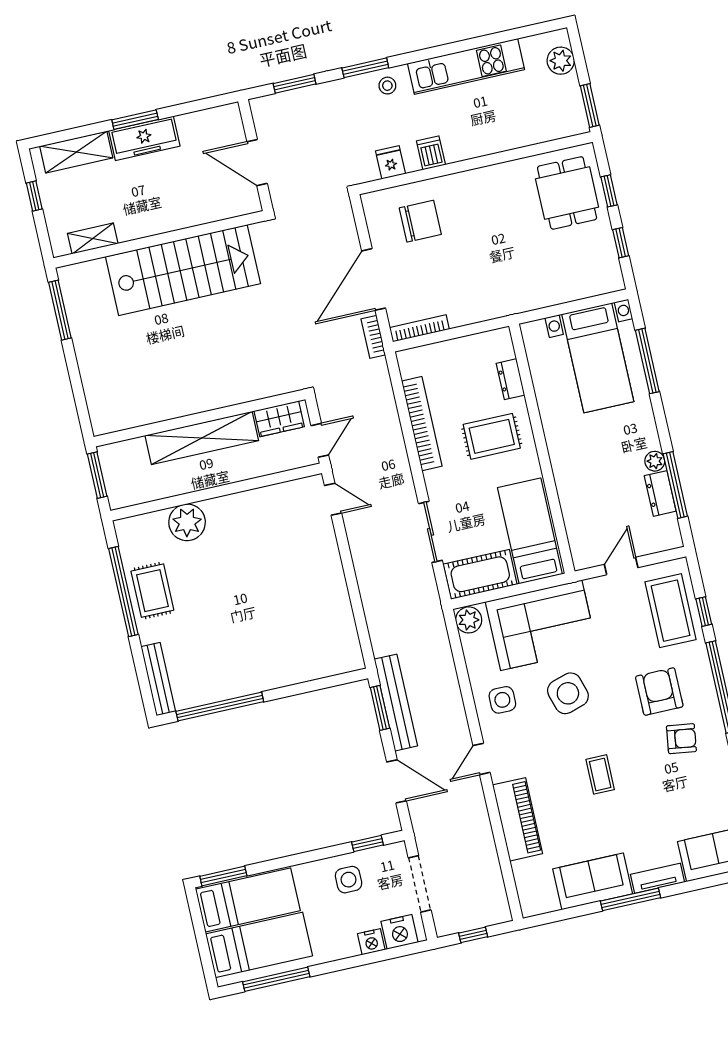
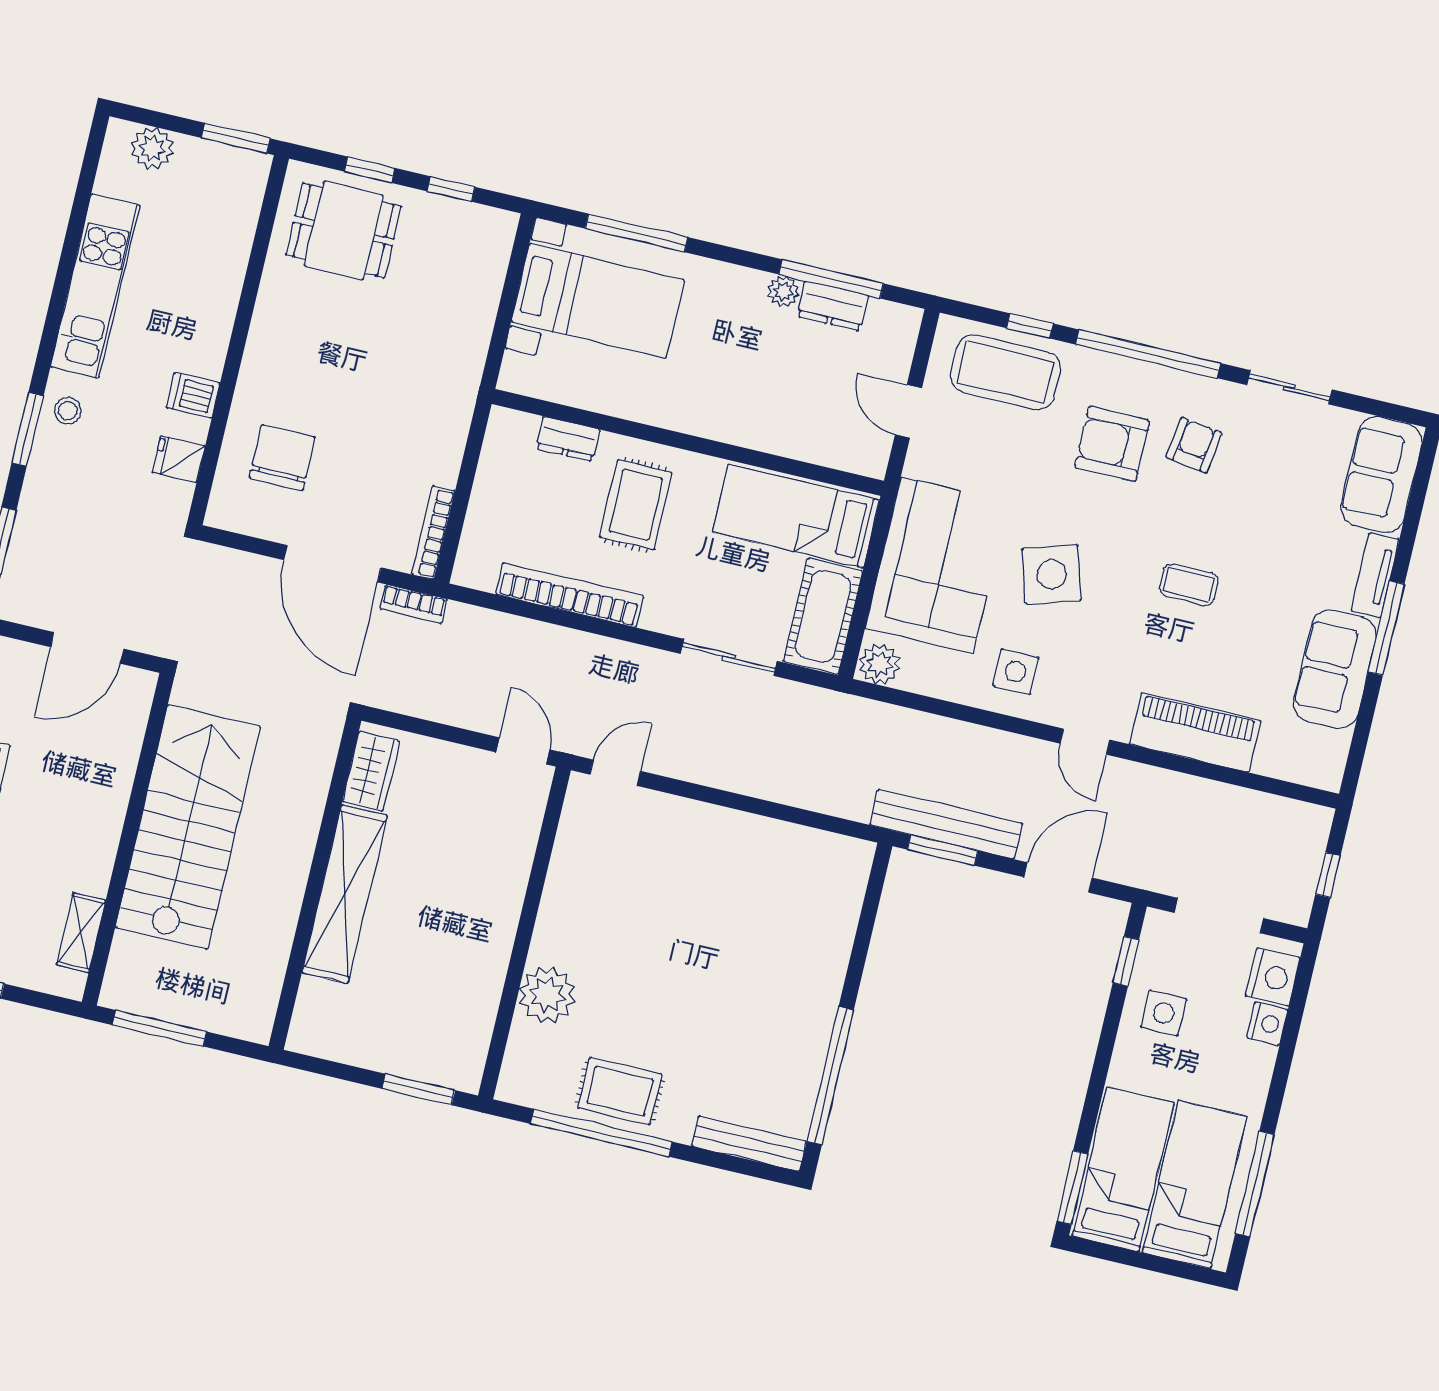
wall: (199, 418) -> (315, 883), moved
wardrobe: (279, 419) -> (371, 771), moved
shelving: (202, 438) -> (345, 894), moved

